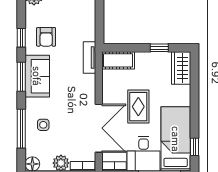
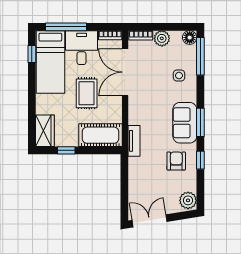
cot: (118, 60) -> (100, 135), width x1.37, depth x1.34
window: (21, 129) -> (200, 56), moved

